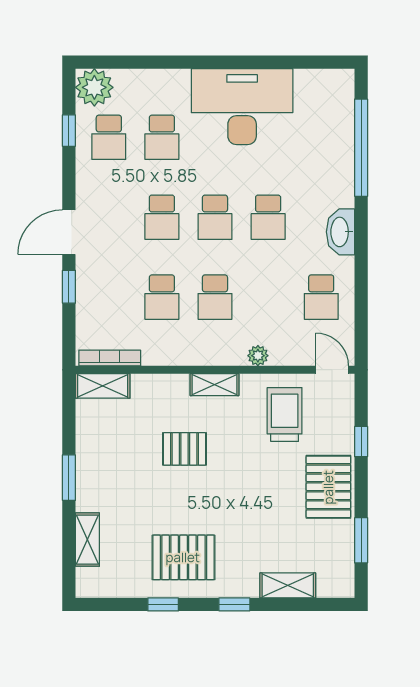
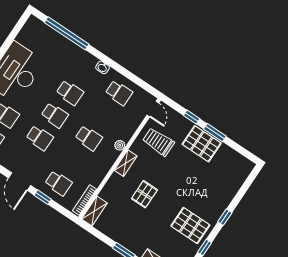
washbasin: (340, 232) -> (103, 67), width x0.52, depth x0.69
school desk: (162, 297) -> (58, 183), moved
plant: (258, 356) -> (120, 145), moved
door: (332, 370) -> (153, 109), swing flipped
window: (361, 540) -> (215, 133), moved
pallet: (183, 557) -> (190, 225), turned 90
shelving: (288, 585) -> (232, 189), removed

